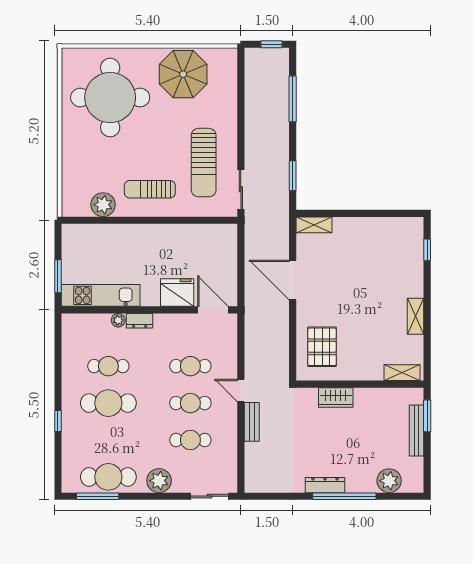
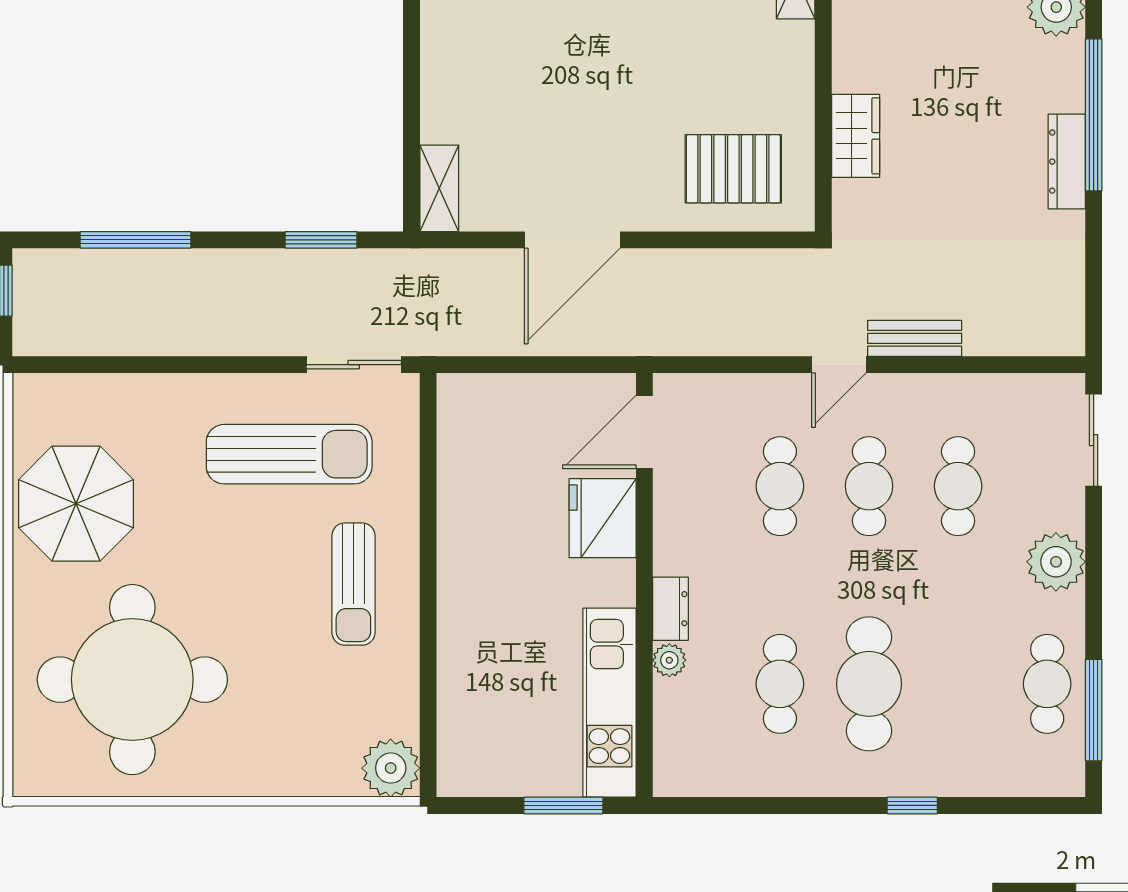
plant: (103, 205) -> (391, 768), moved
cafe table: (108, 477) -> (1047, 684), width x0.73, depth x0.74

